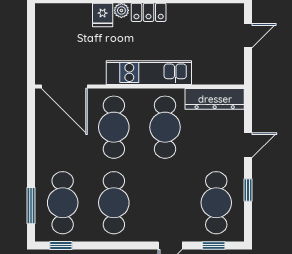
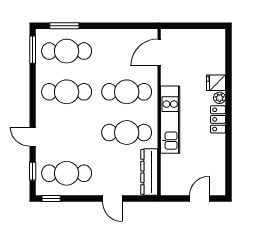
door: (248, 36) -> (199, 199), swing flipped
door: (64, 86) -> (159, 52), width x0.73
window: (248, 190) -> (51, 199), moved
window: (61, 245) -> (33, 50), width x1.50

